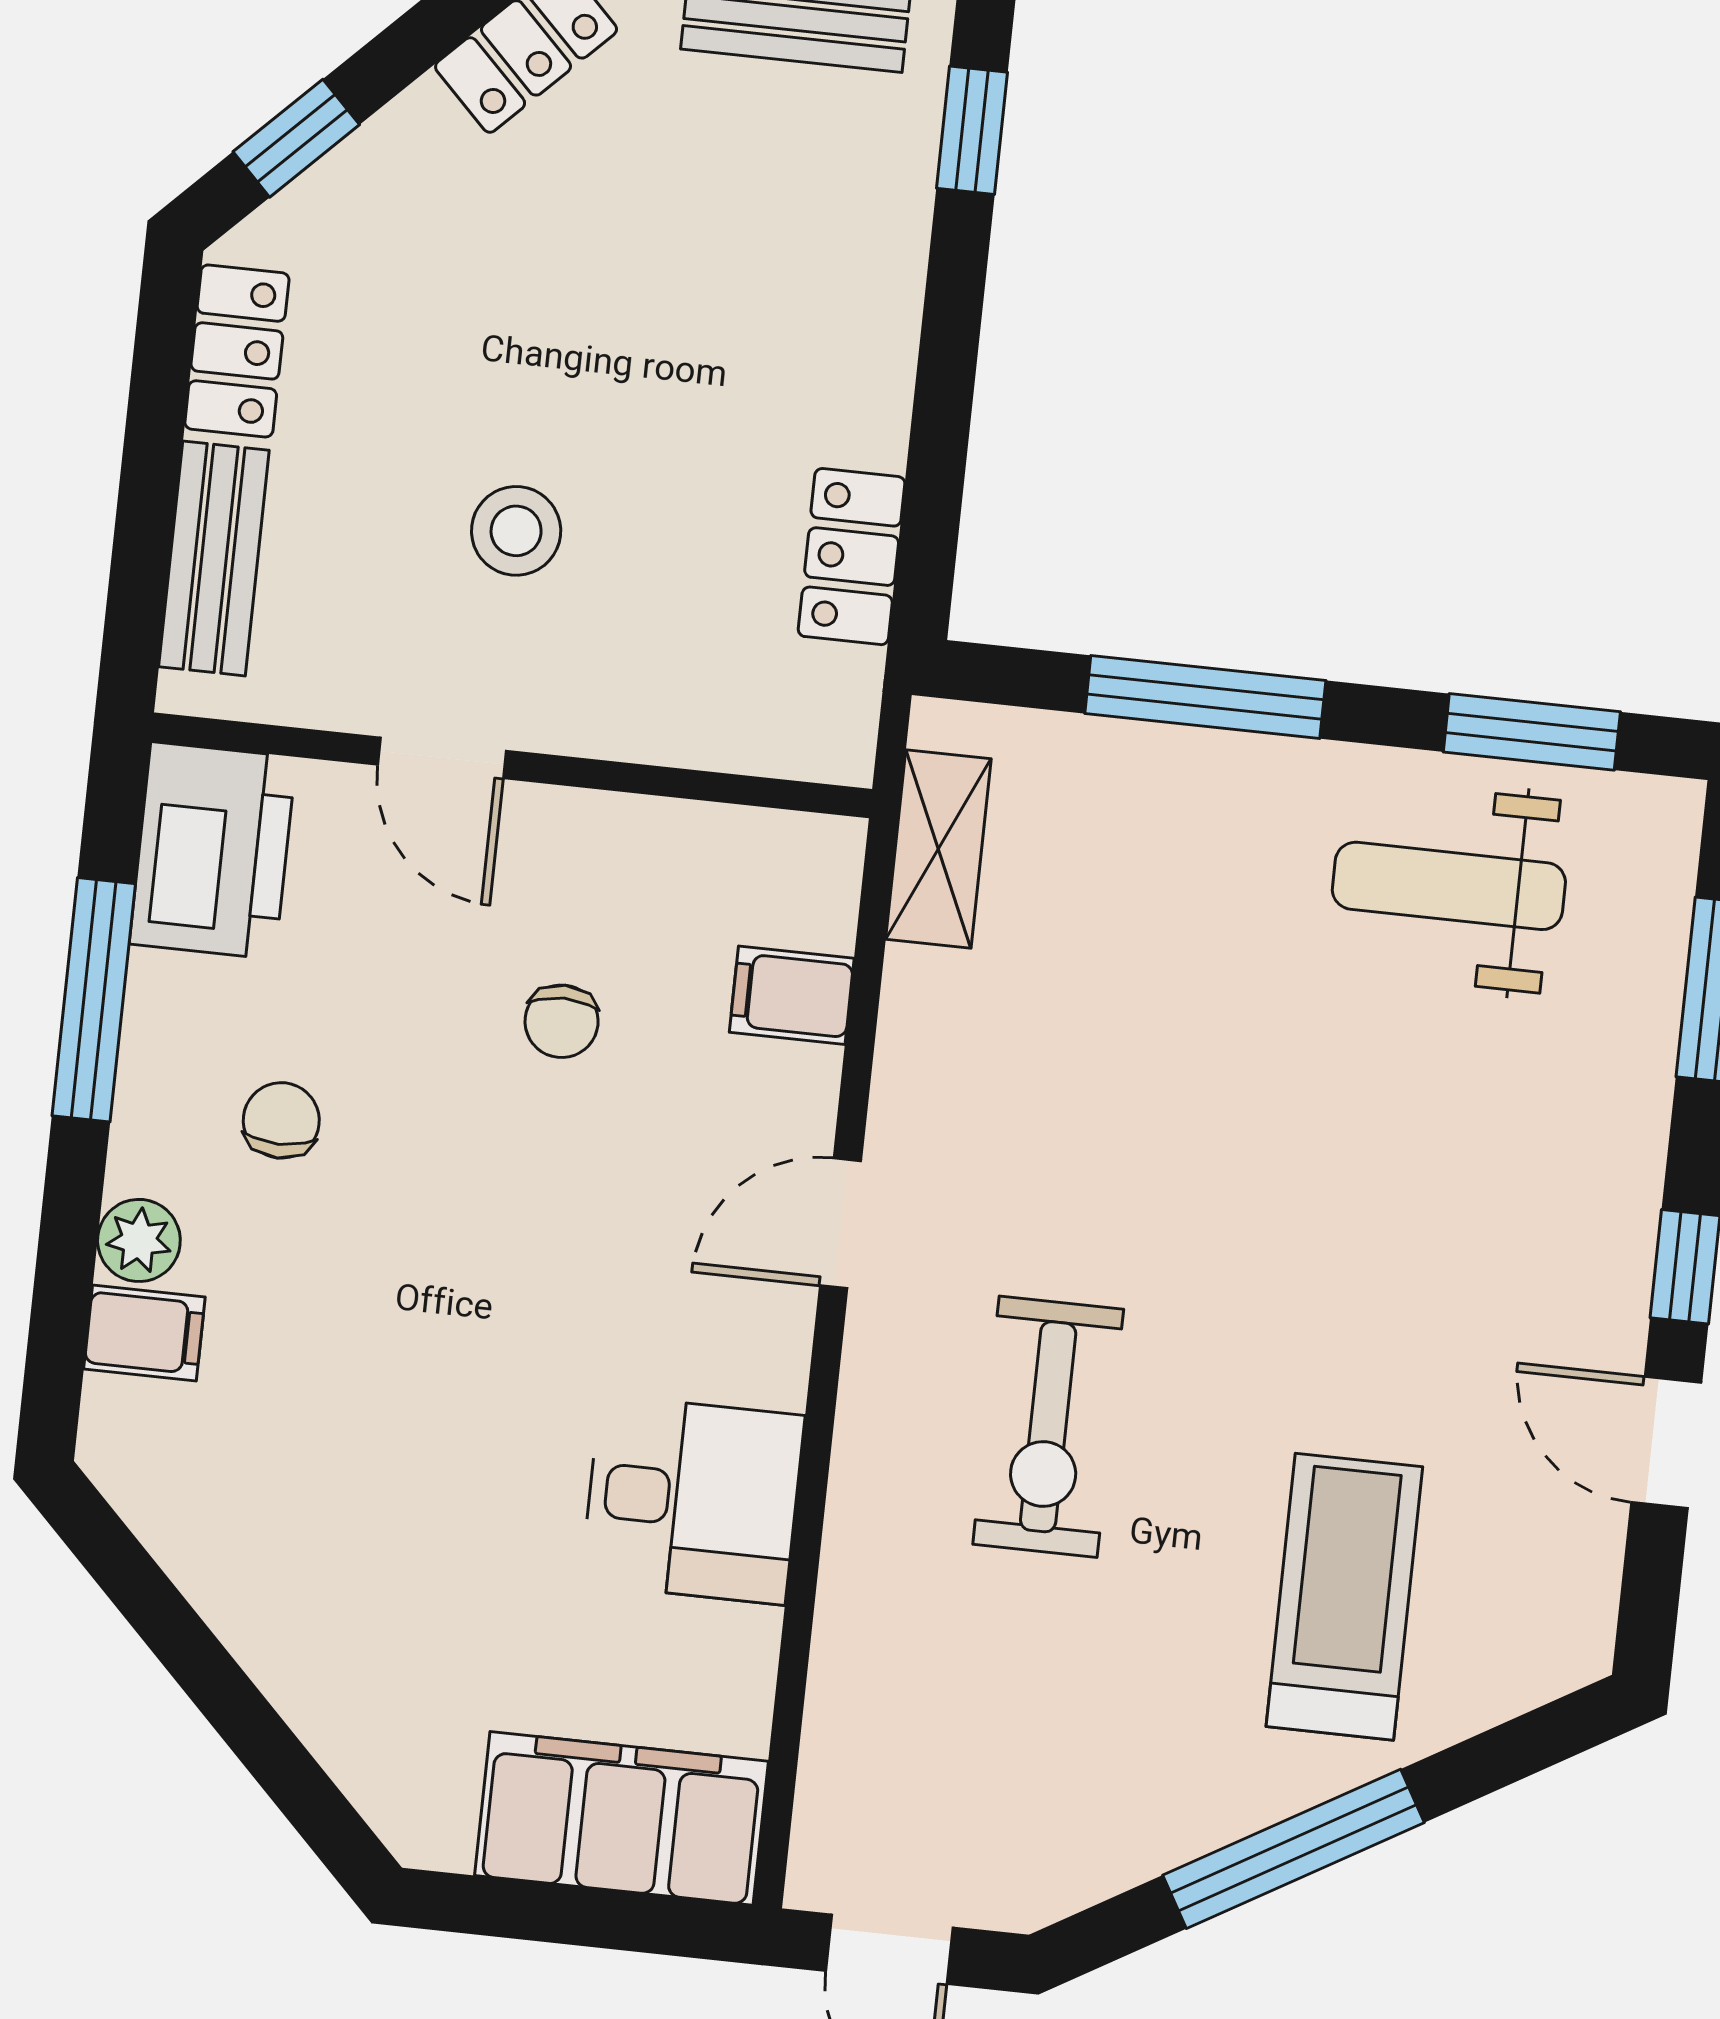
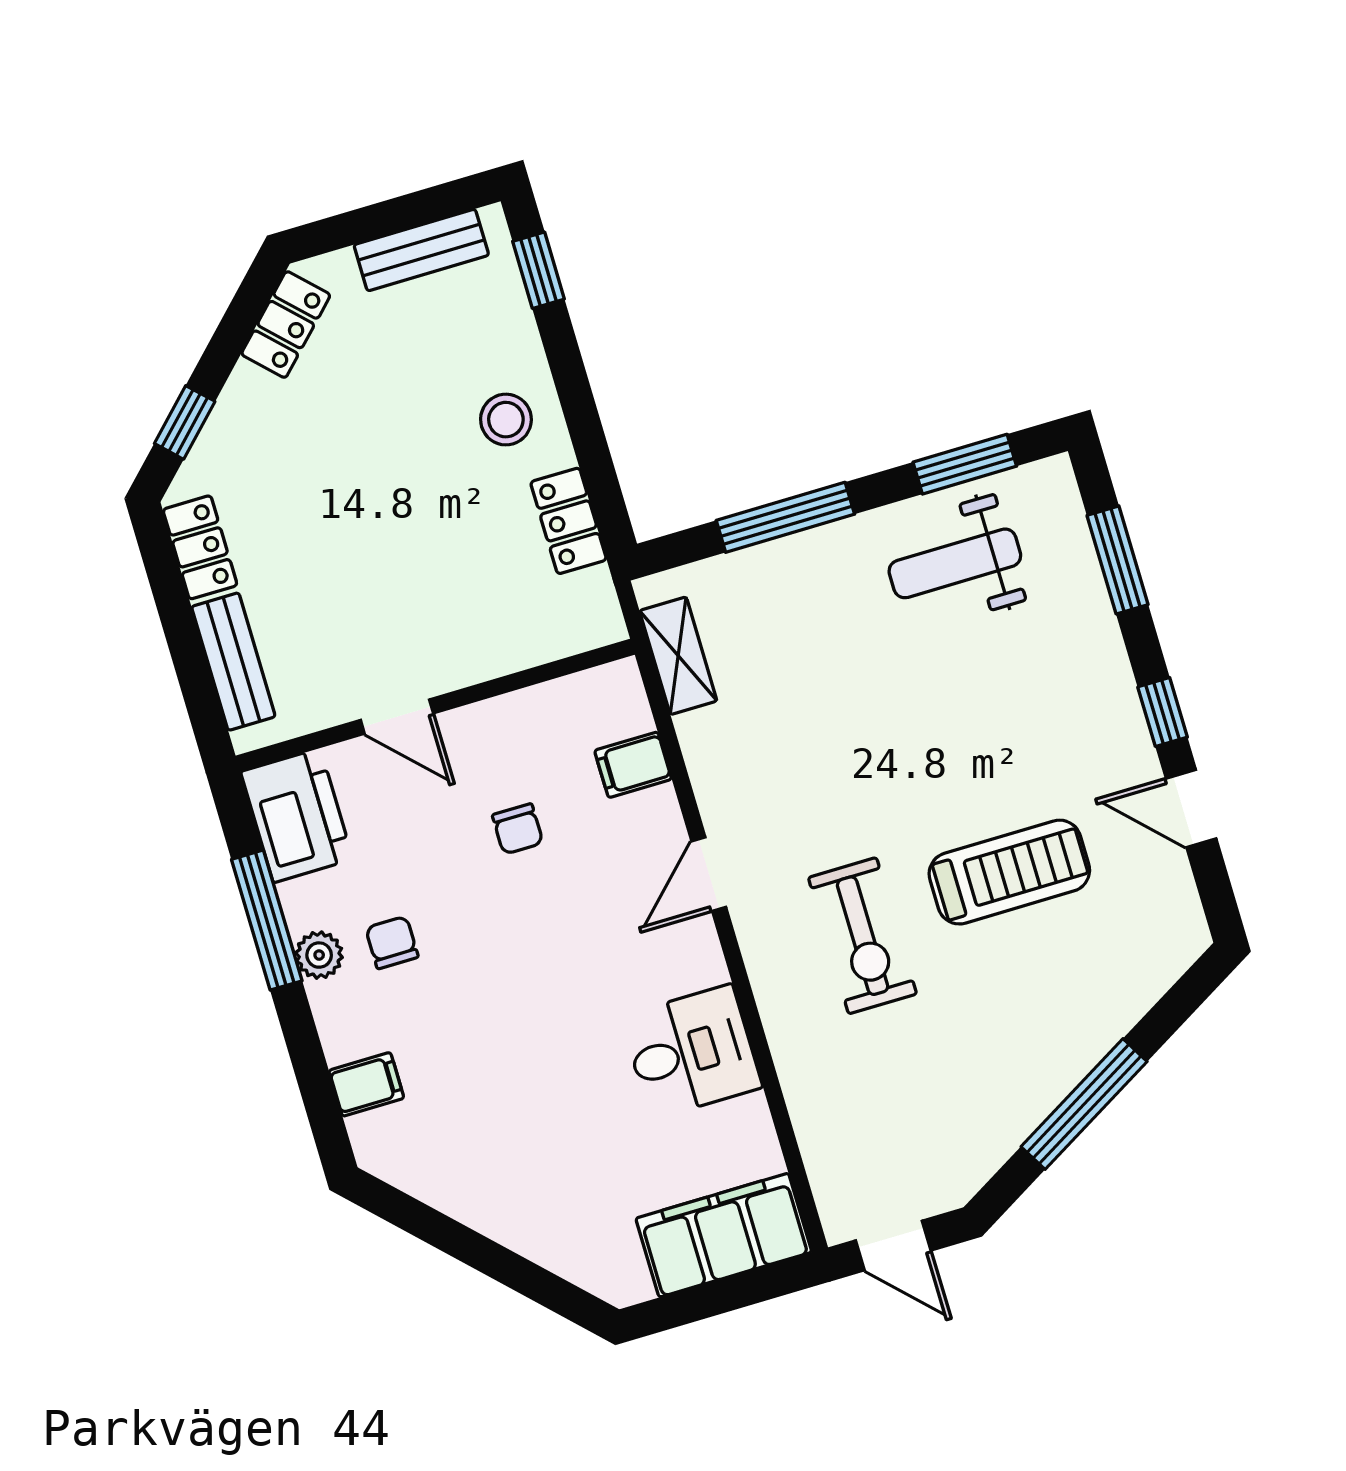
stool: (516, 531) -> (506, 420), moved
plant: (139, 1240) -> (319, 955), moved
treadmill: (1344, 1597) -> (1009, 872), moved, turned 90

